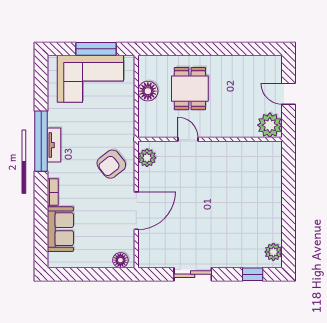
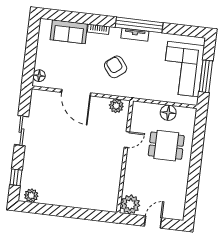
armchair: (111, 164) -> (116, 67), moved

